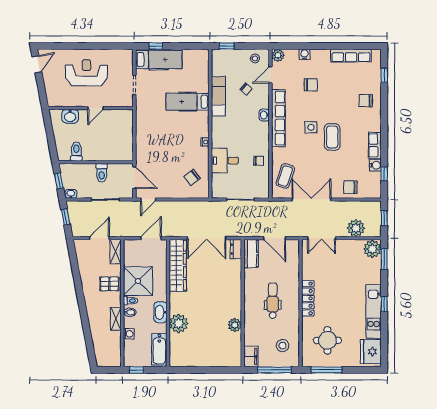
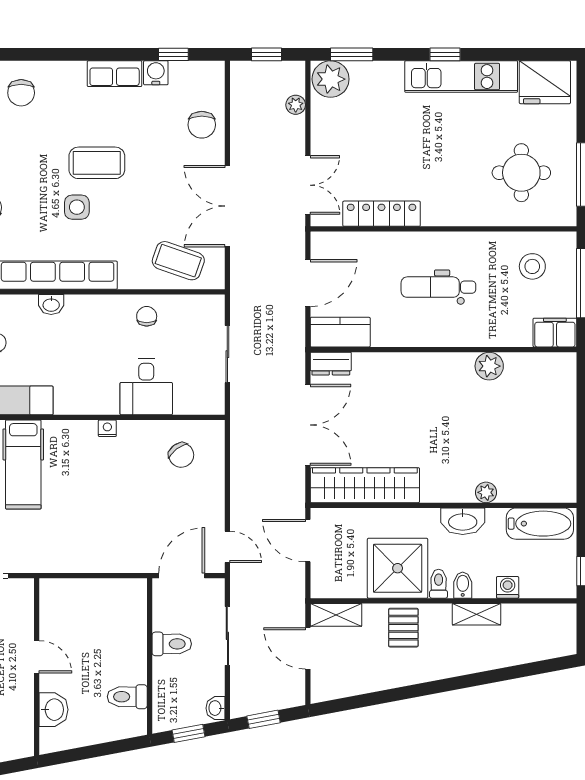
plant: (356, 228) -> (296, 105), width x0.53, depth x0.53
locker: (308, 298) -> (382, 214), moved
plant: (179, 323) -> (486, 492), width x0.53, depth x0.53

